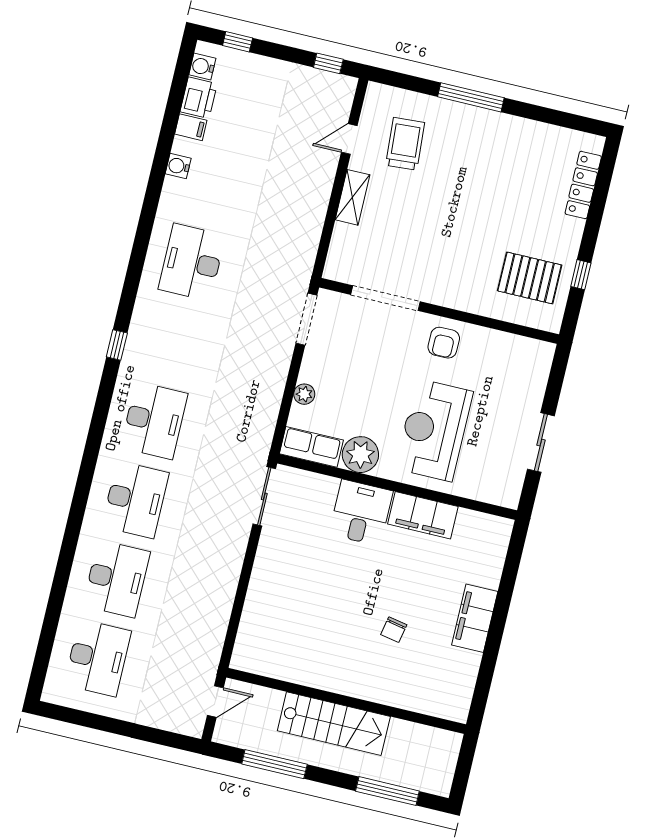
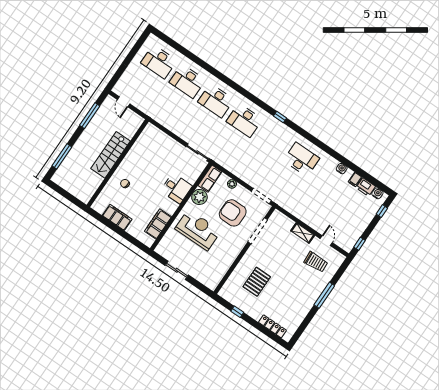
pallet: (530, 278) -> (257, 282), moved
armchair: (444, 343) -> (233, 213), moved, width x1.88, depth x1.88
filing cabinet: (423, 515) -> (158, 224), moved
wall: (346, 701) -> (118, 163), moved
stairs: (334, 724) -> (111, 155), moved

